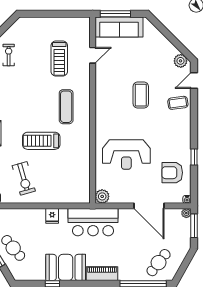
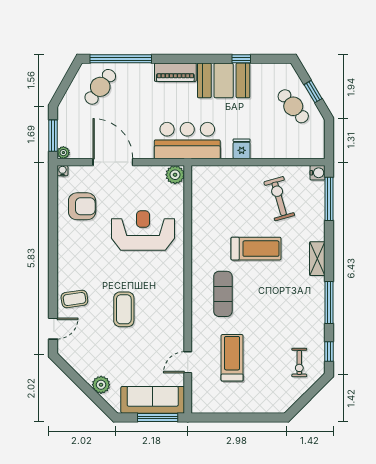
plant: (181, 61) -> (101, 385), moved
window: (194, 157) -> (53, 227), removed

